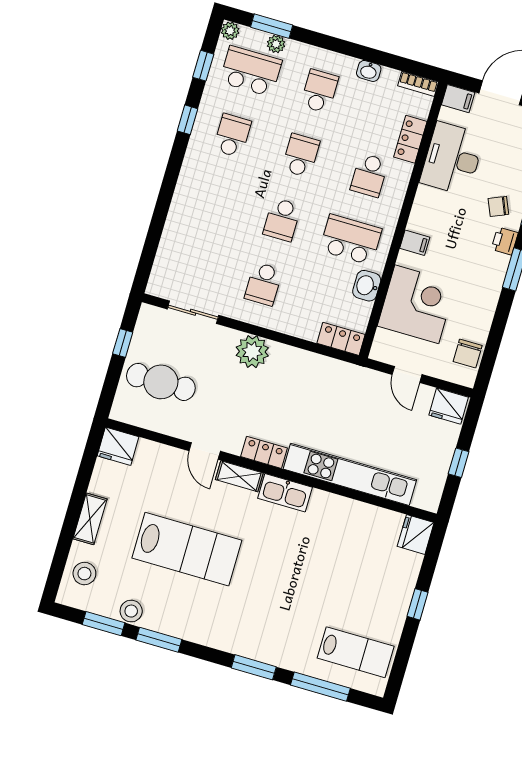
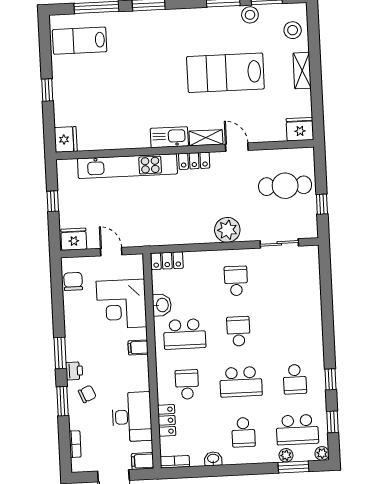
school desk: (301, 155) -> (241, 382), width x1.85

